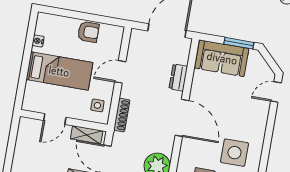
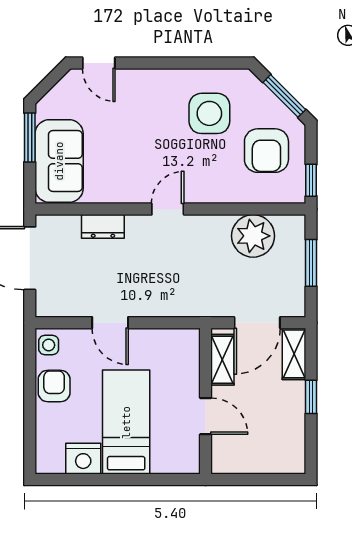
nightstand: (38, 41) -> (83, 459), width x1.89, depth x1.79
side table: (97, 105) -> (49, 345), moved
shoe rack: (122, 115) -> (180, 308), removed
door: (182, 118) -> (168, 209), width x0.53

